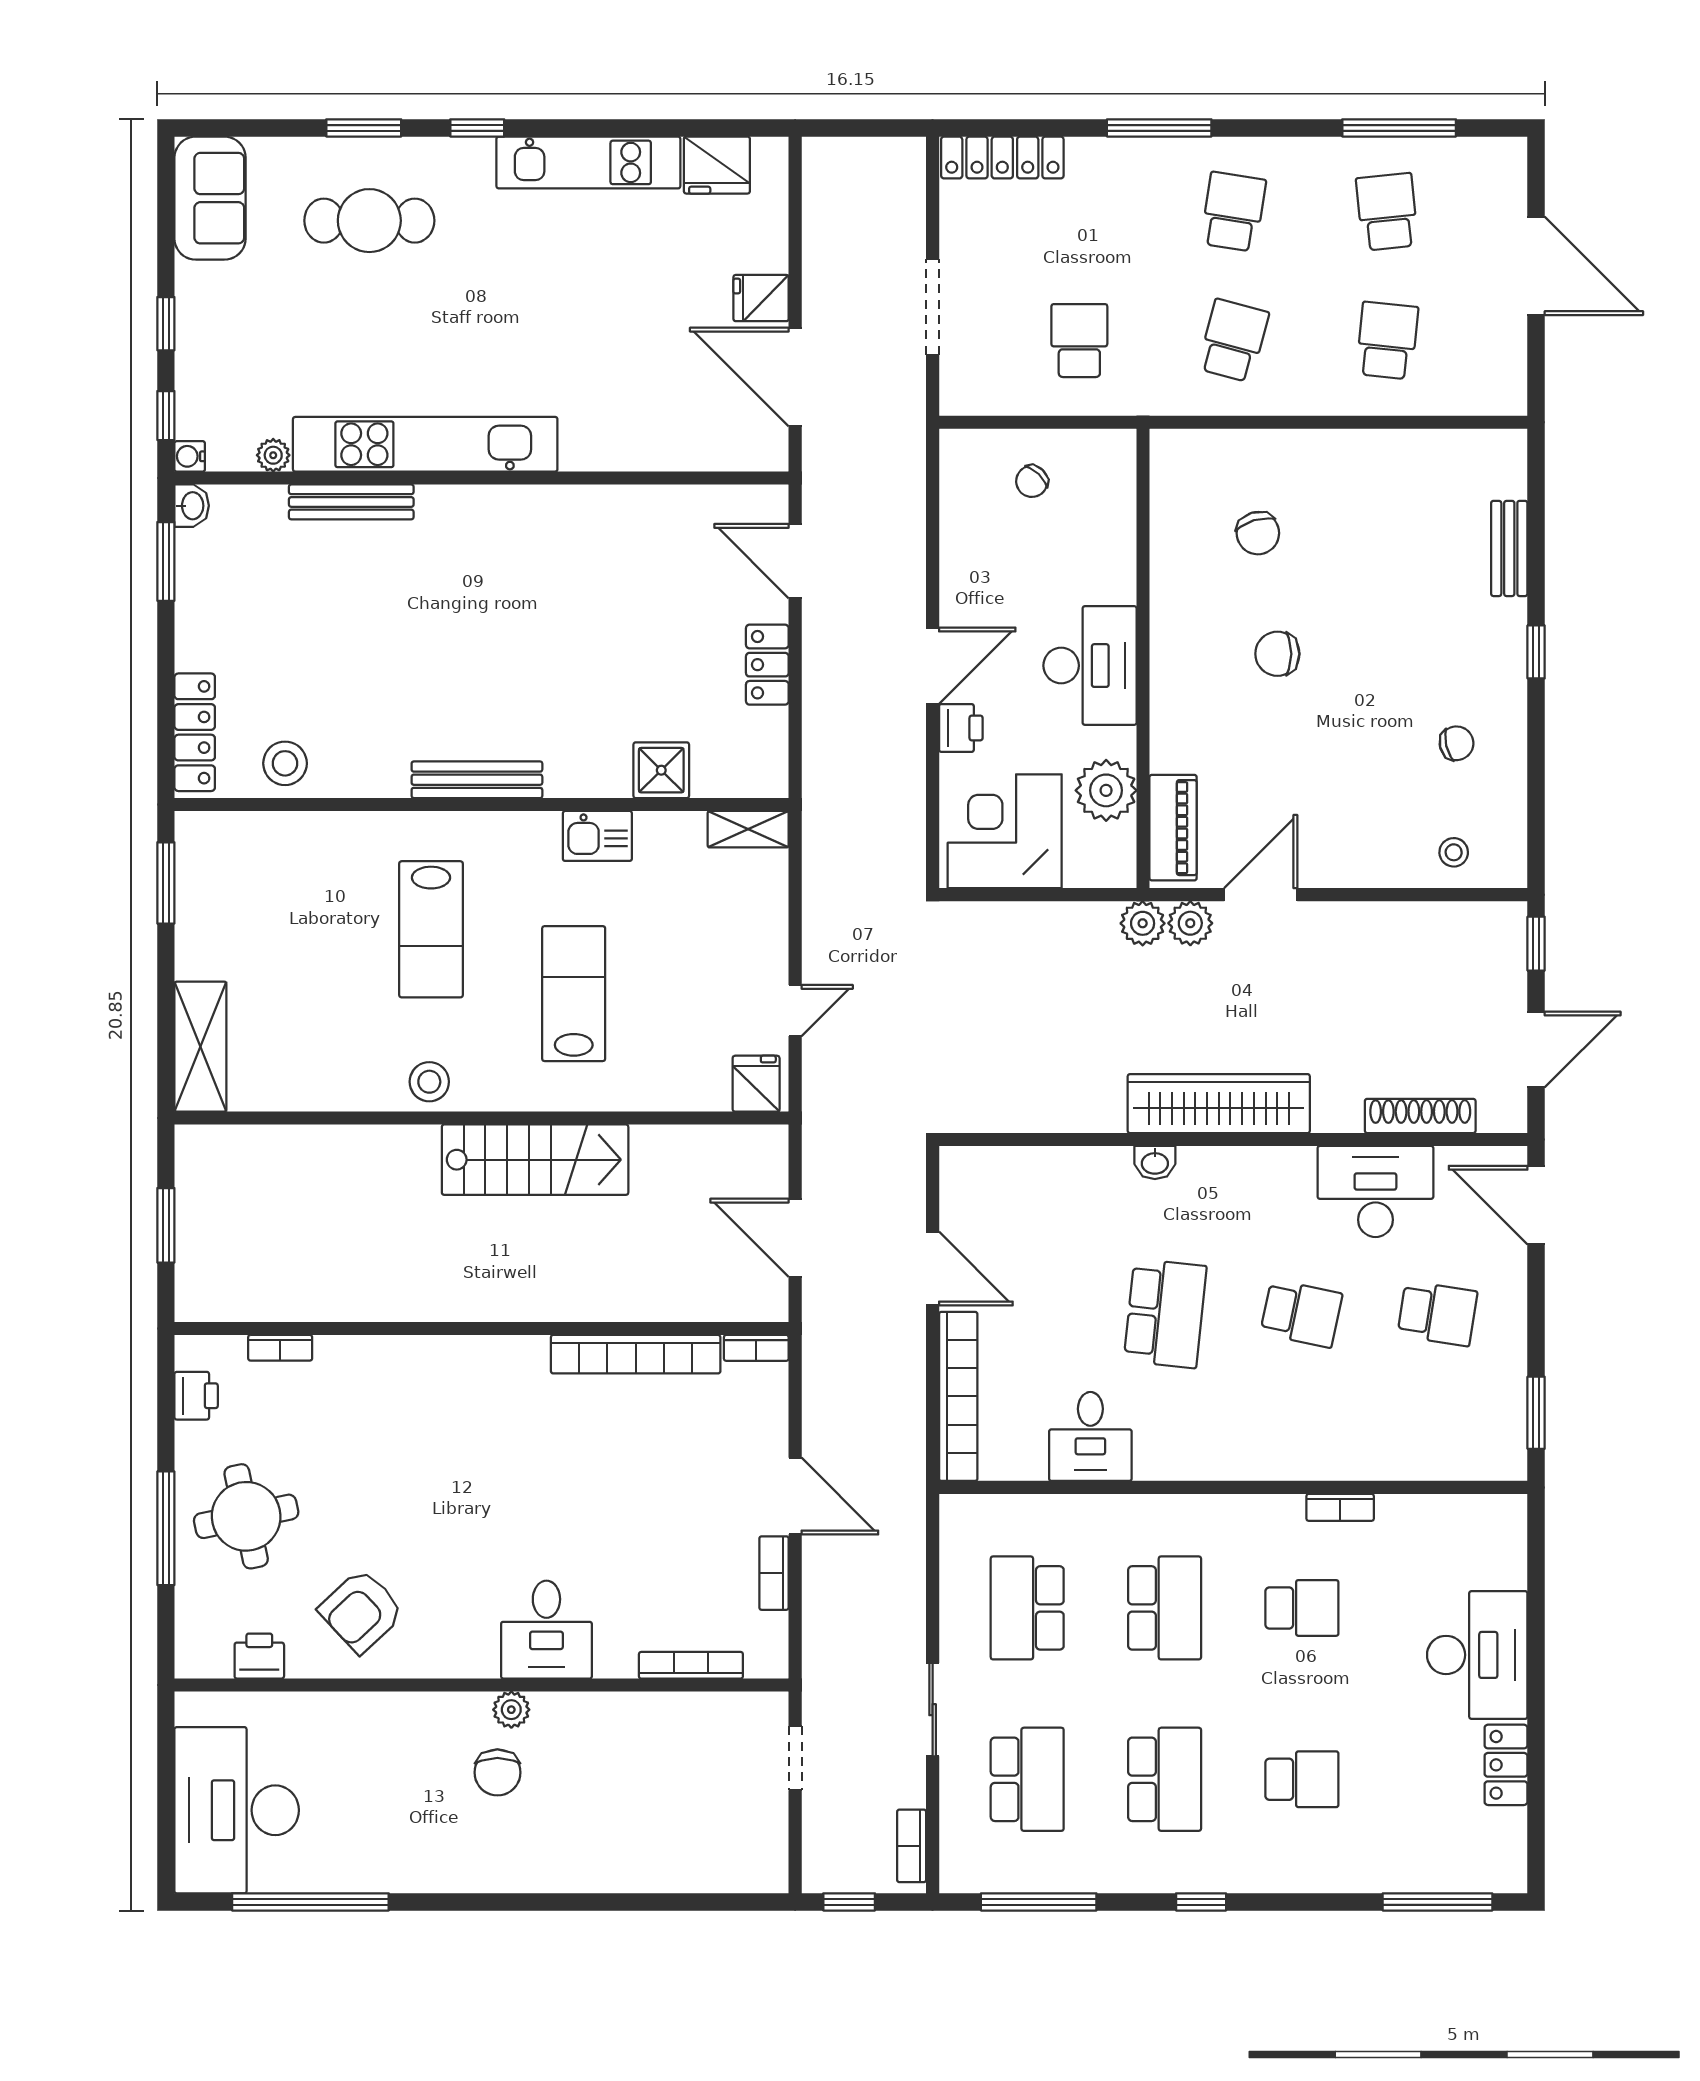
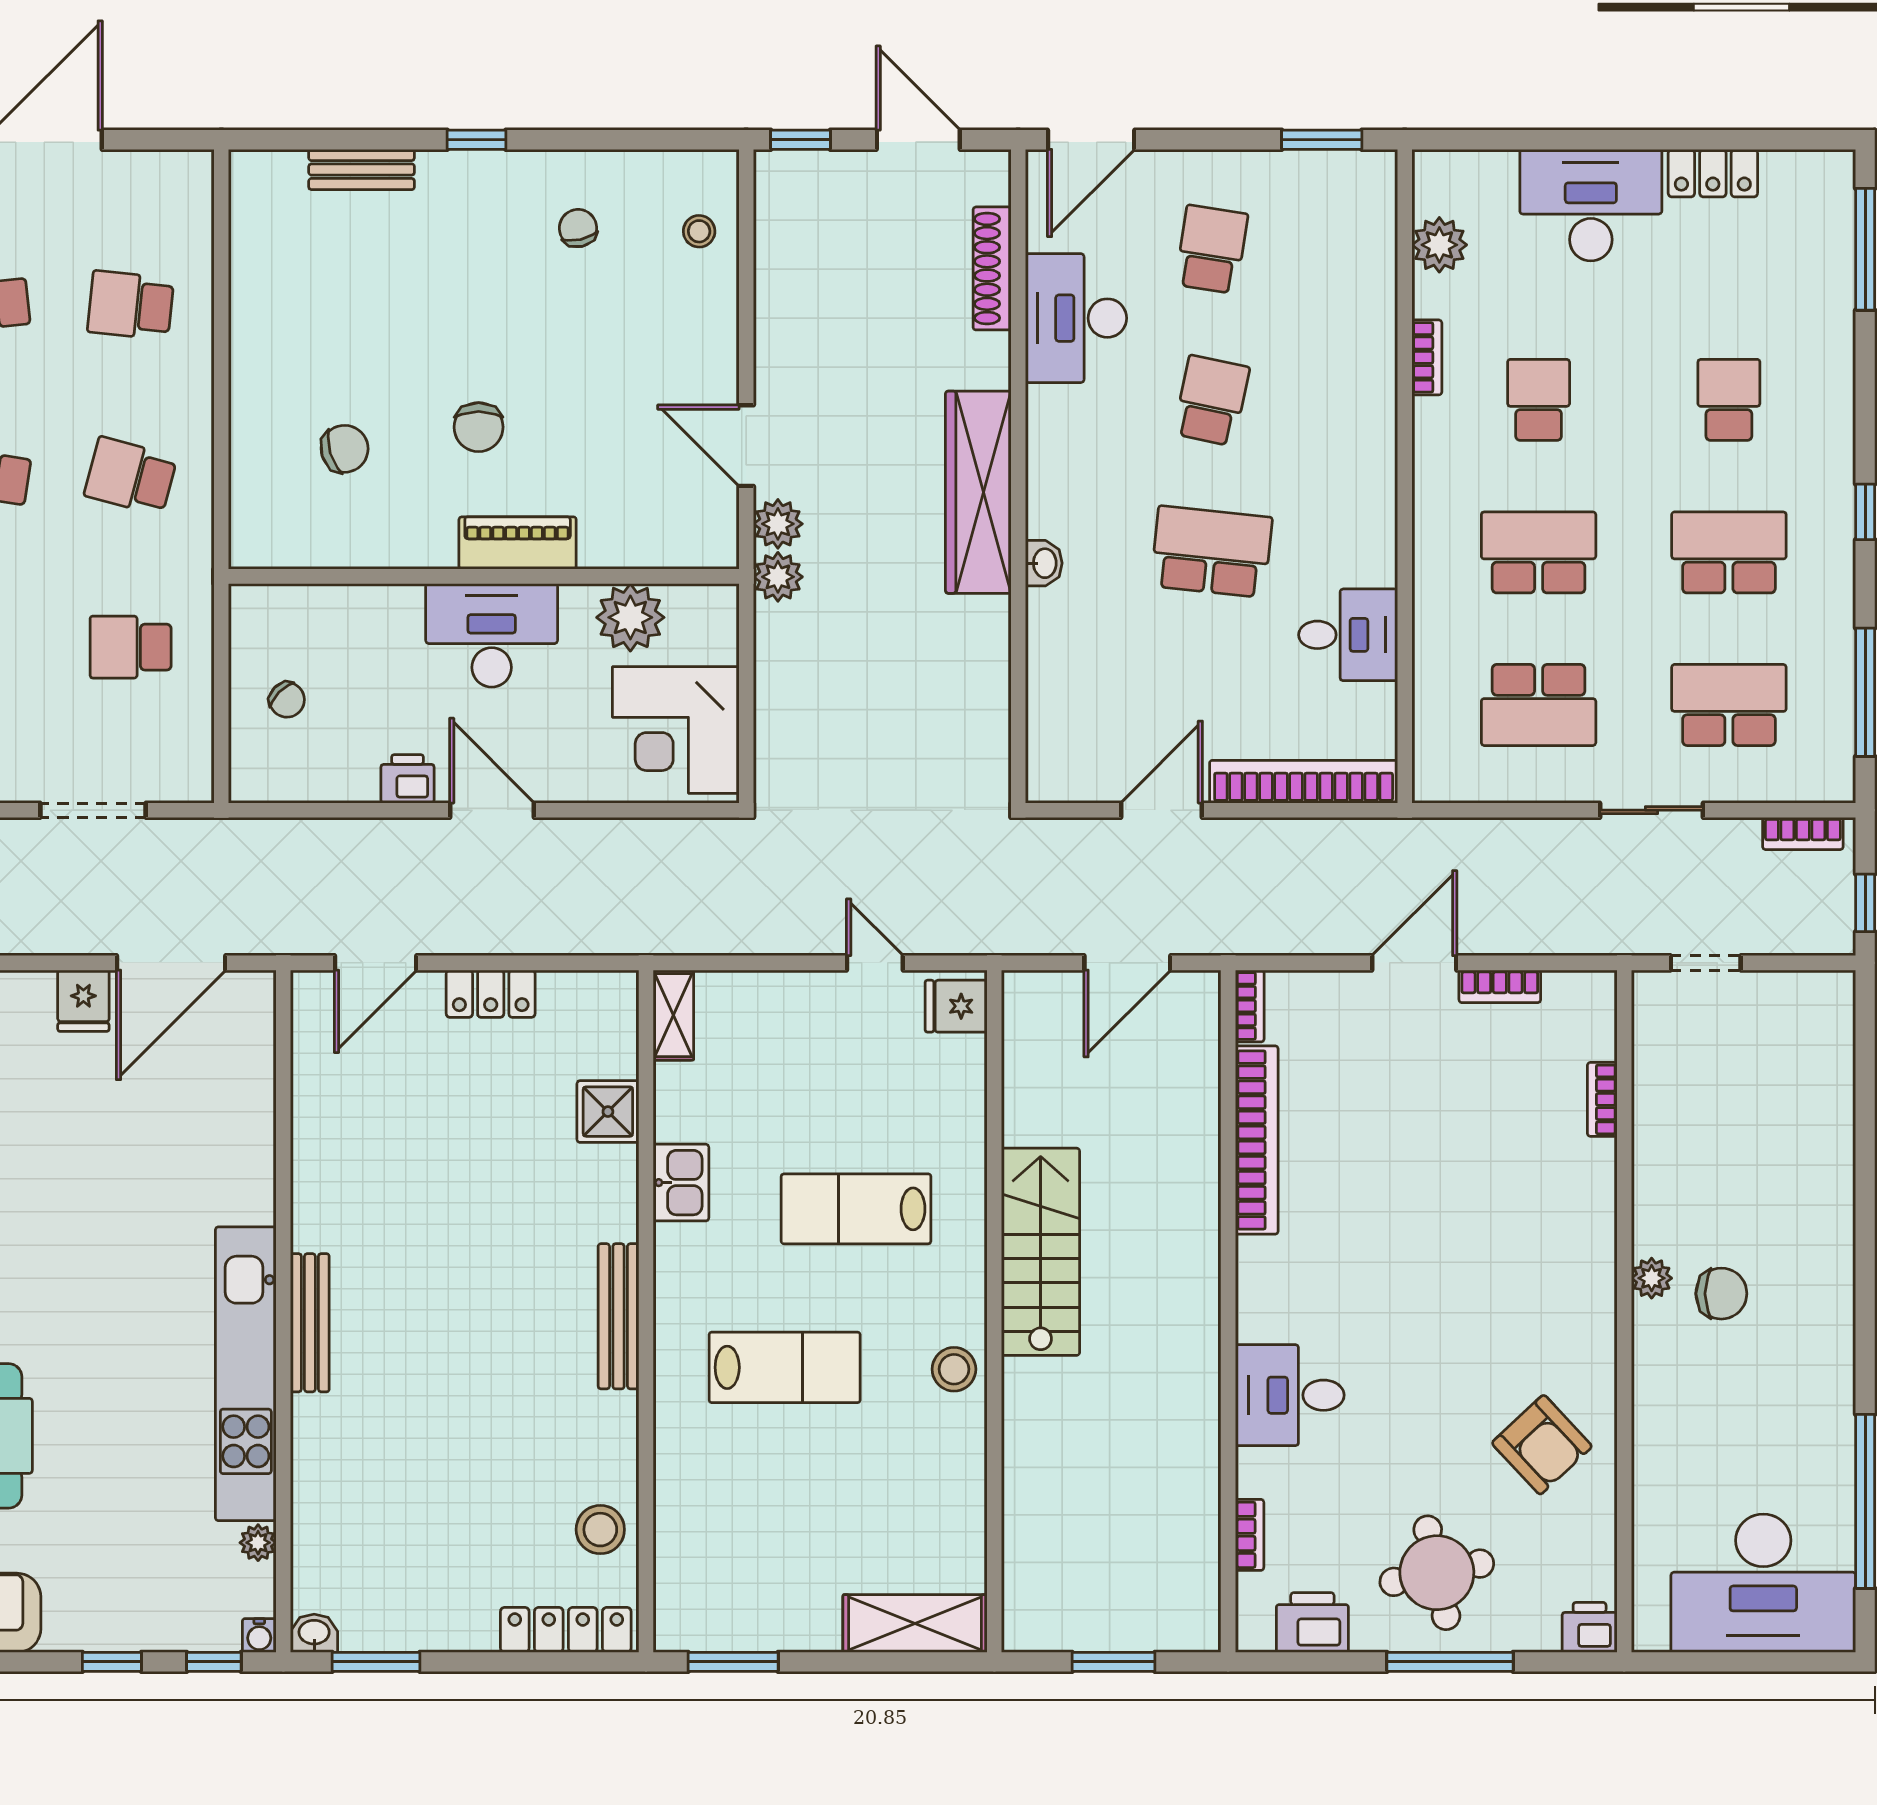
bench: (351, 502) -> (310, 1323), moved
printer: (961, 728) -> (408, 779), moved
piano: (1173, 828) -> (518, 543), moved
printer: (196, 1396) -> (1312, 1623), width x1.36, depth x1.24
plant: (1441, 1519) -> (1439, 245), added
desk: (546, 1630) -> (1290, 1395), moved, turned 180
printer: (259, 1656) -> (1590, 1627), moved, turned 90
bookcase: (691, 1665) -> (1602, 1099), width x0.64

